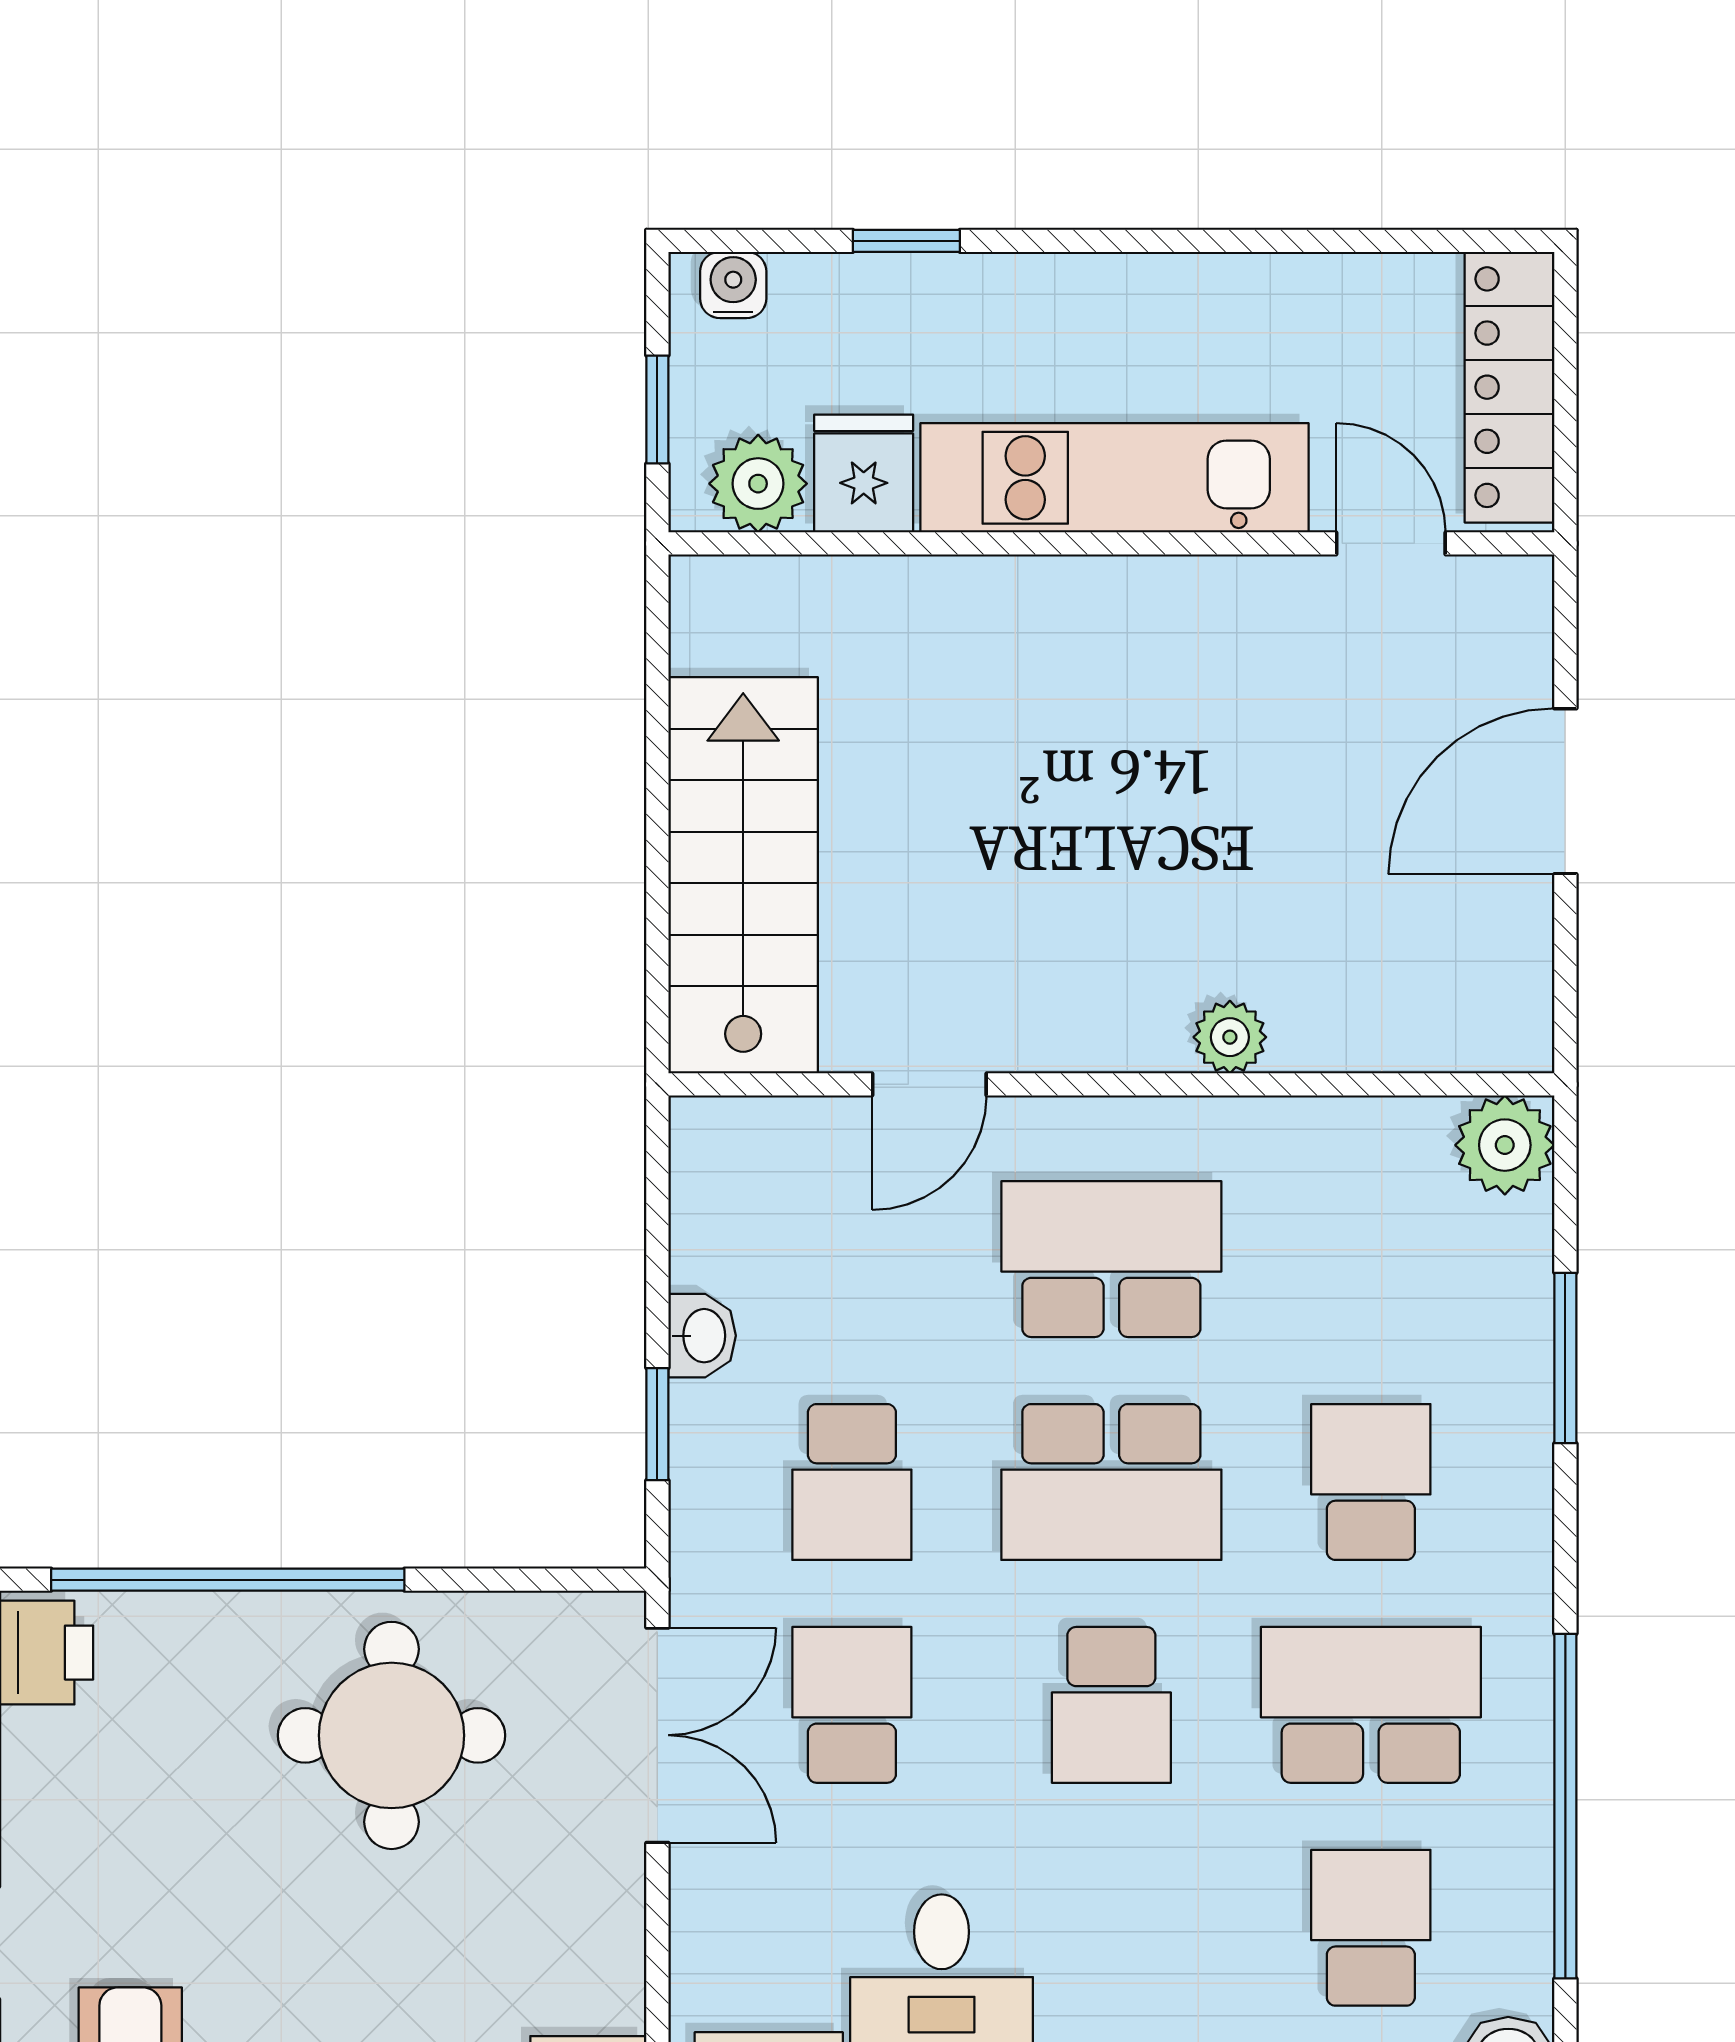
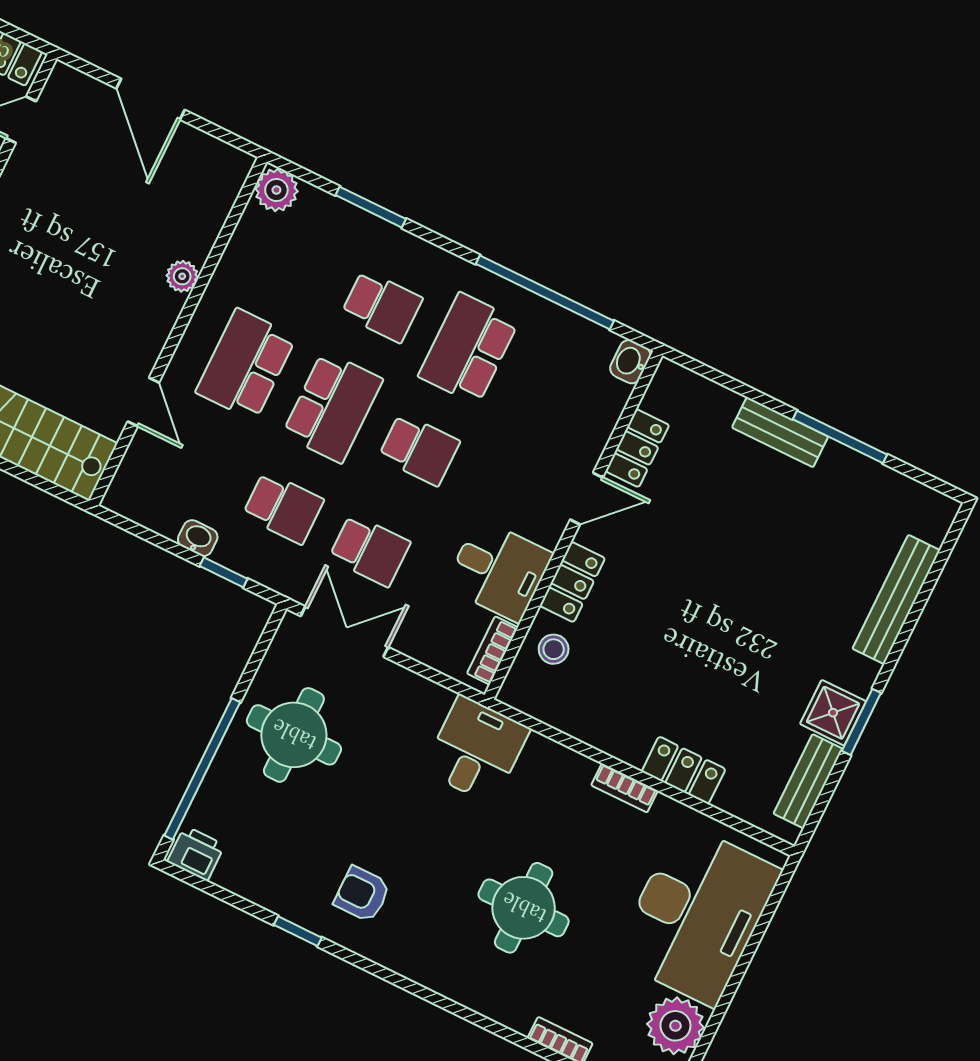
school desk: (1371, 1482) -> (382, 306), turned 180
school desk: (852, 1705) -> (370, 550), turned 180
school desk: (1371, 1928) -> (555, 391), removed

